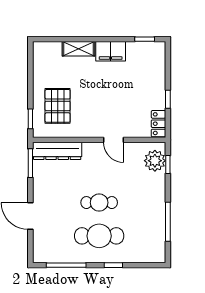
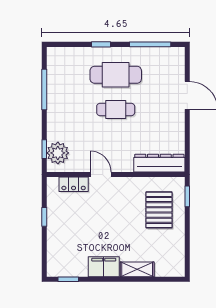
locker: (158, 124) -> (74, 184), moved, turned 90
window: (30, 163) -> (187, 150), removed

